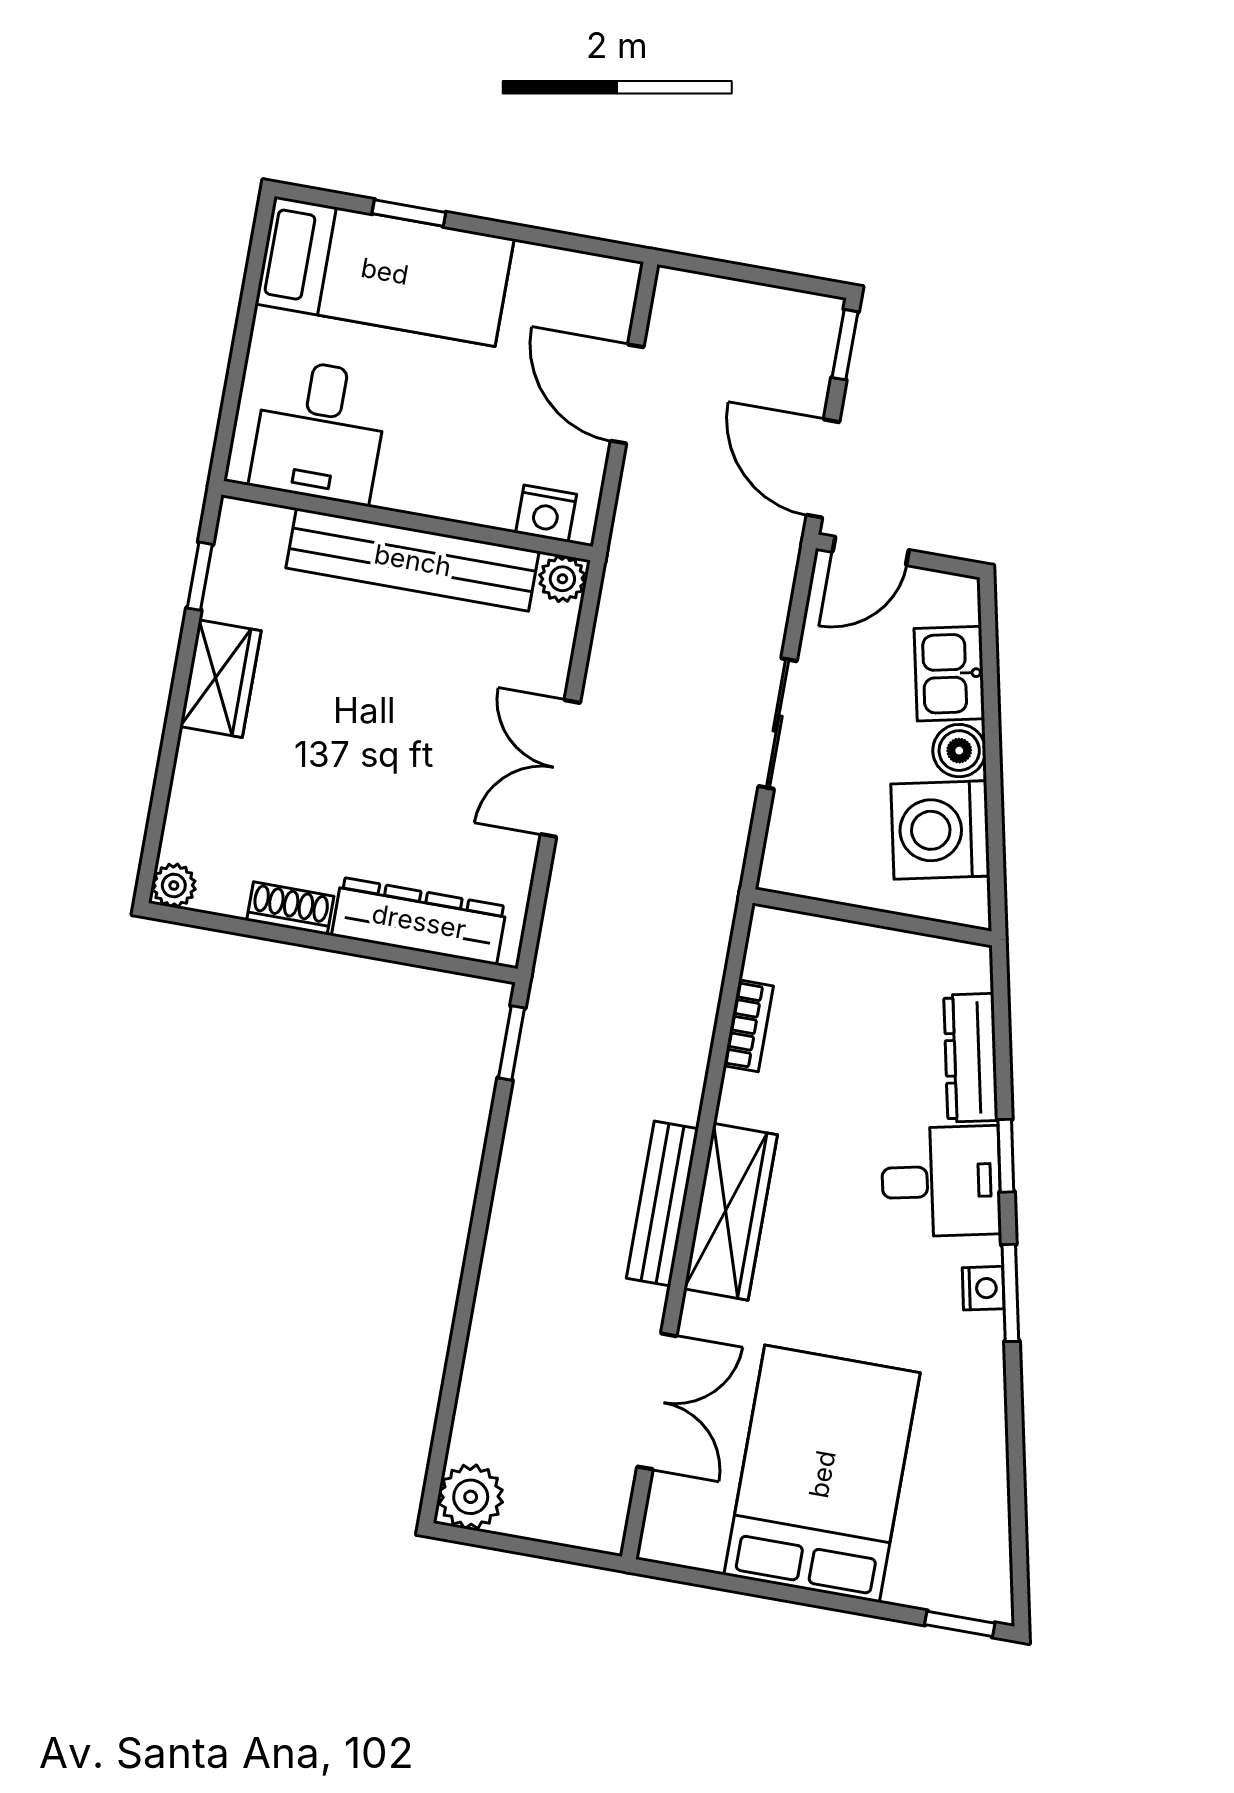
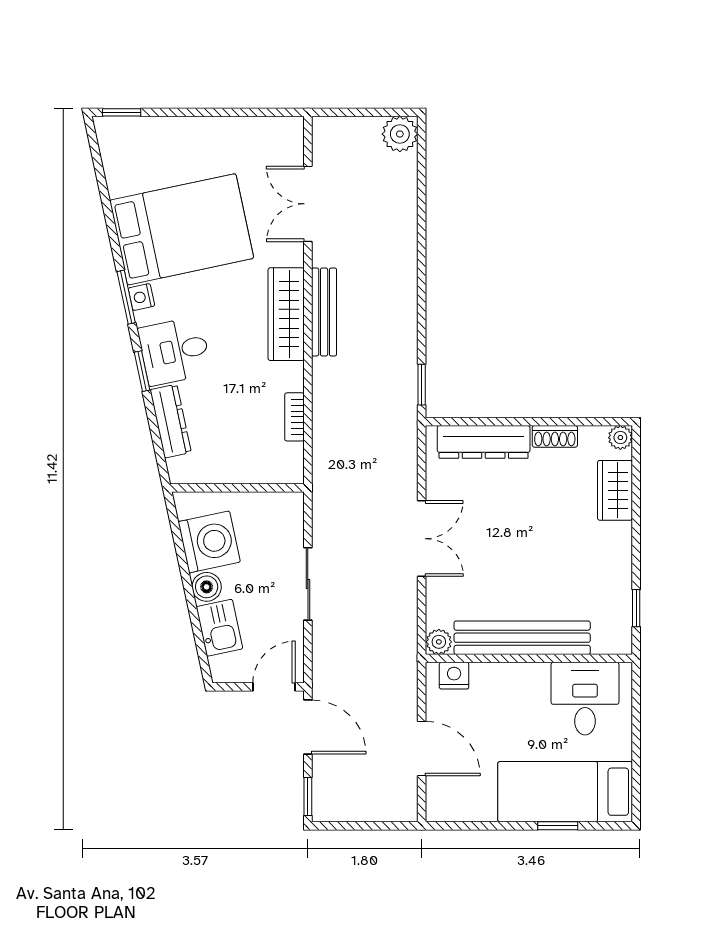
wardrobe: (220, 679) -> (615, 490), moved
bed: (822, 1474) -> (182, 229), moved, turned -102

